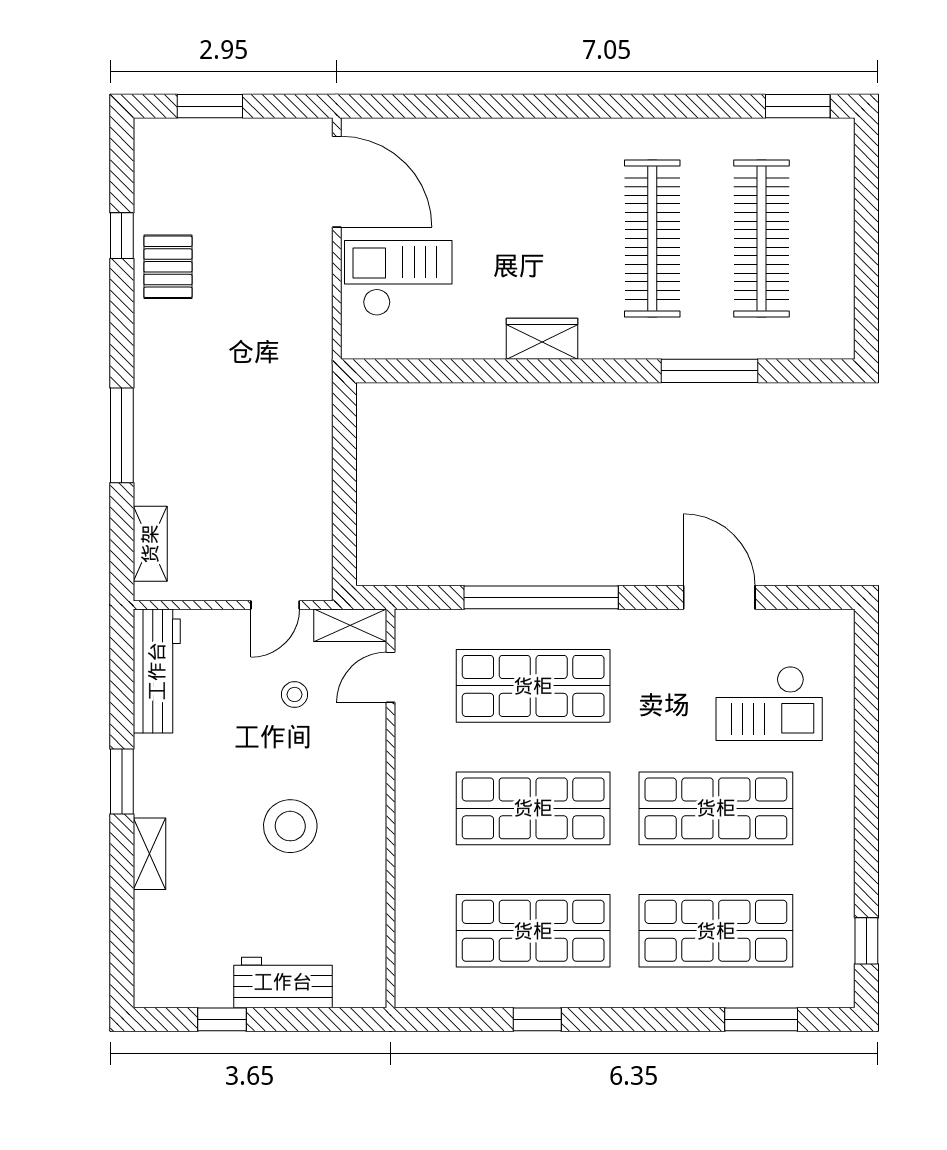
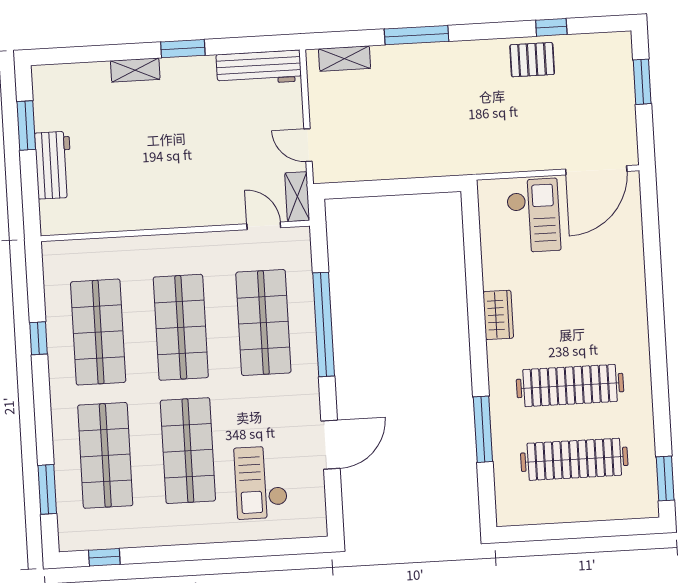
stool: (295, 695) -> (248, 162), removed
stool: (290, 826) -> (159, 164), removed
window: (222, 1019) -> (26, 126), width x1.50

